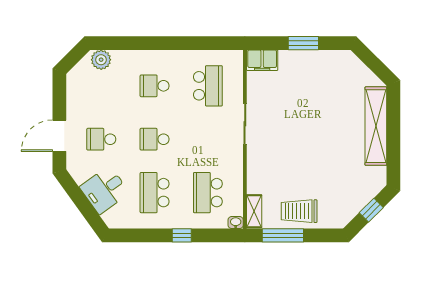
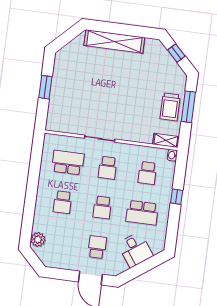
filing cabinet: (262, 60) -> (54, 120), removed
school desk: (101, 139) -> (97, 247), turned 180
school desk: (208, 139) -> (108, 168), added
school desk: (208, 193) -> (147, 173), width x0.54
window: (283, 235) -> (188, 107), moved

